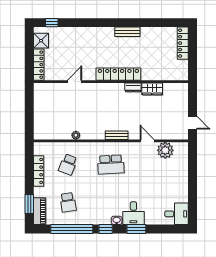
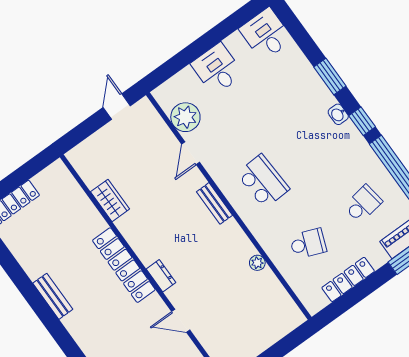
dresser: (133, 87) -> (161, 276), moved
desk: (133, 213) -> (217, 69), moved, turned -90

